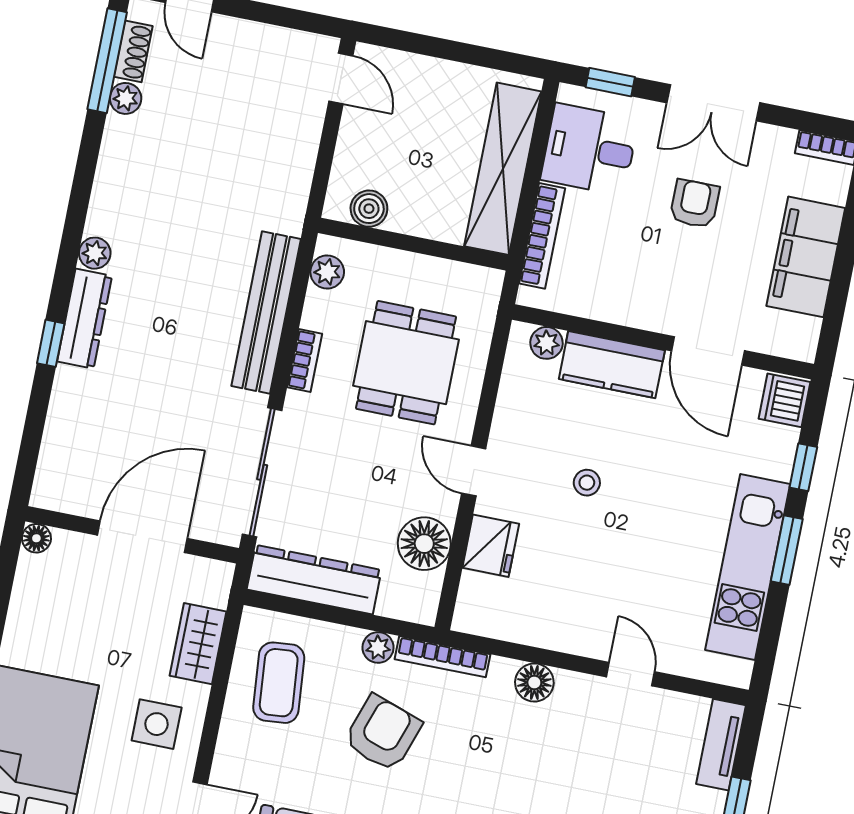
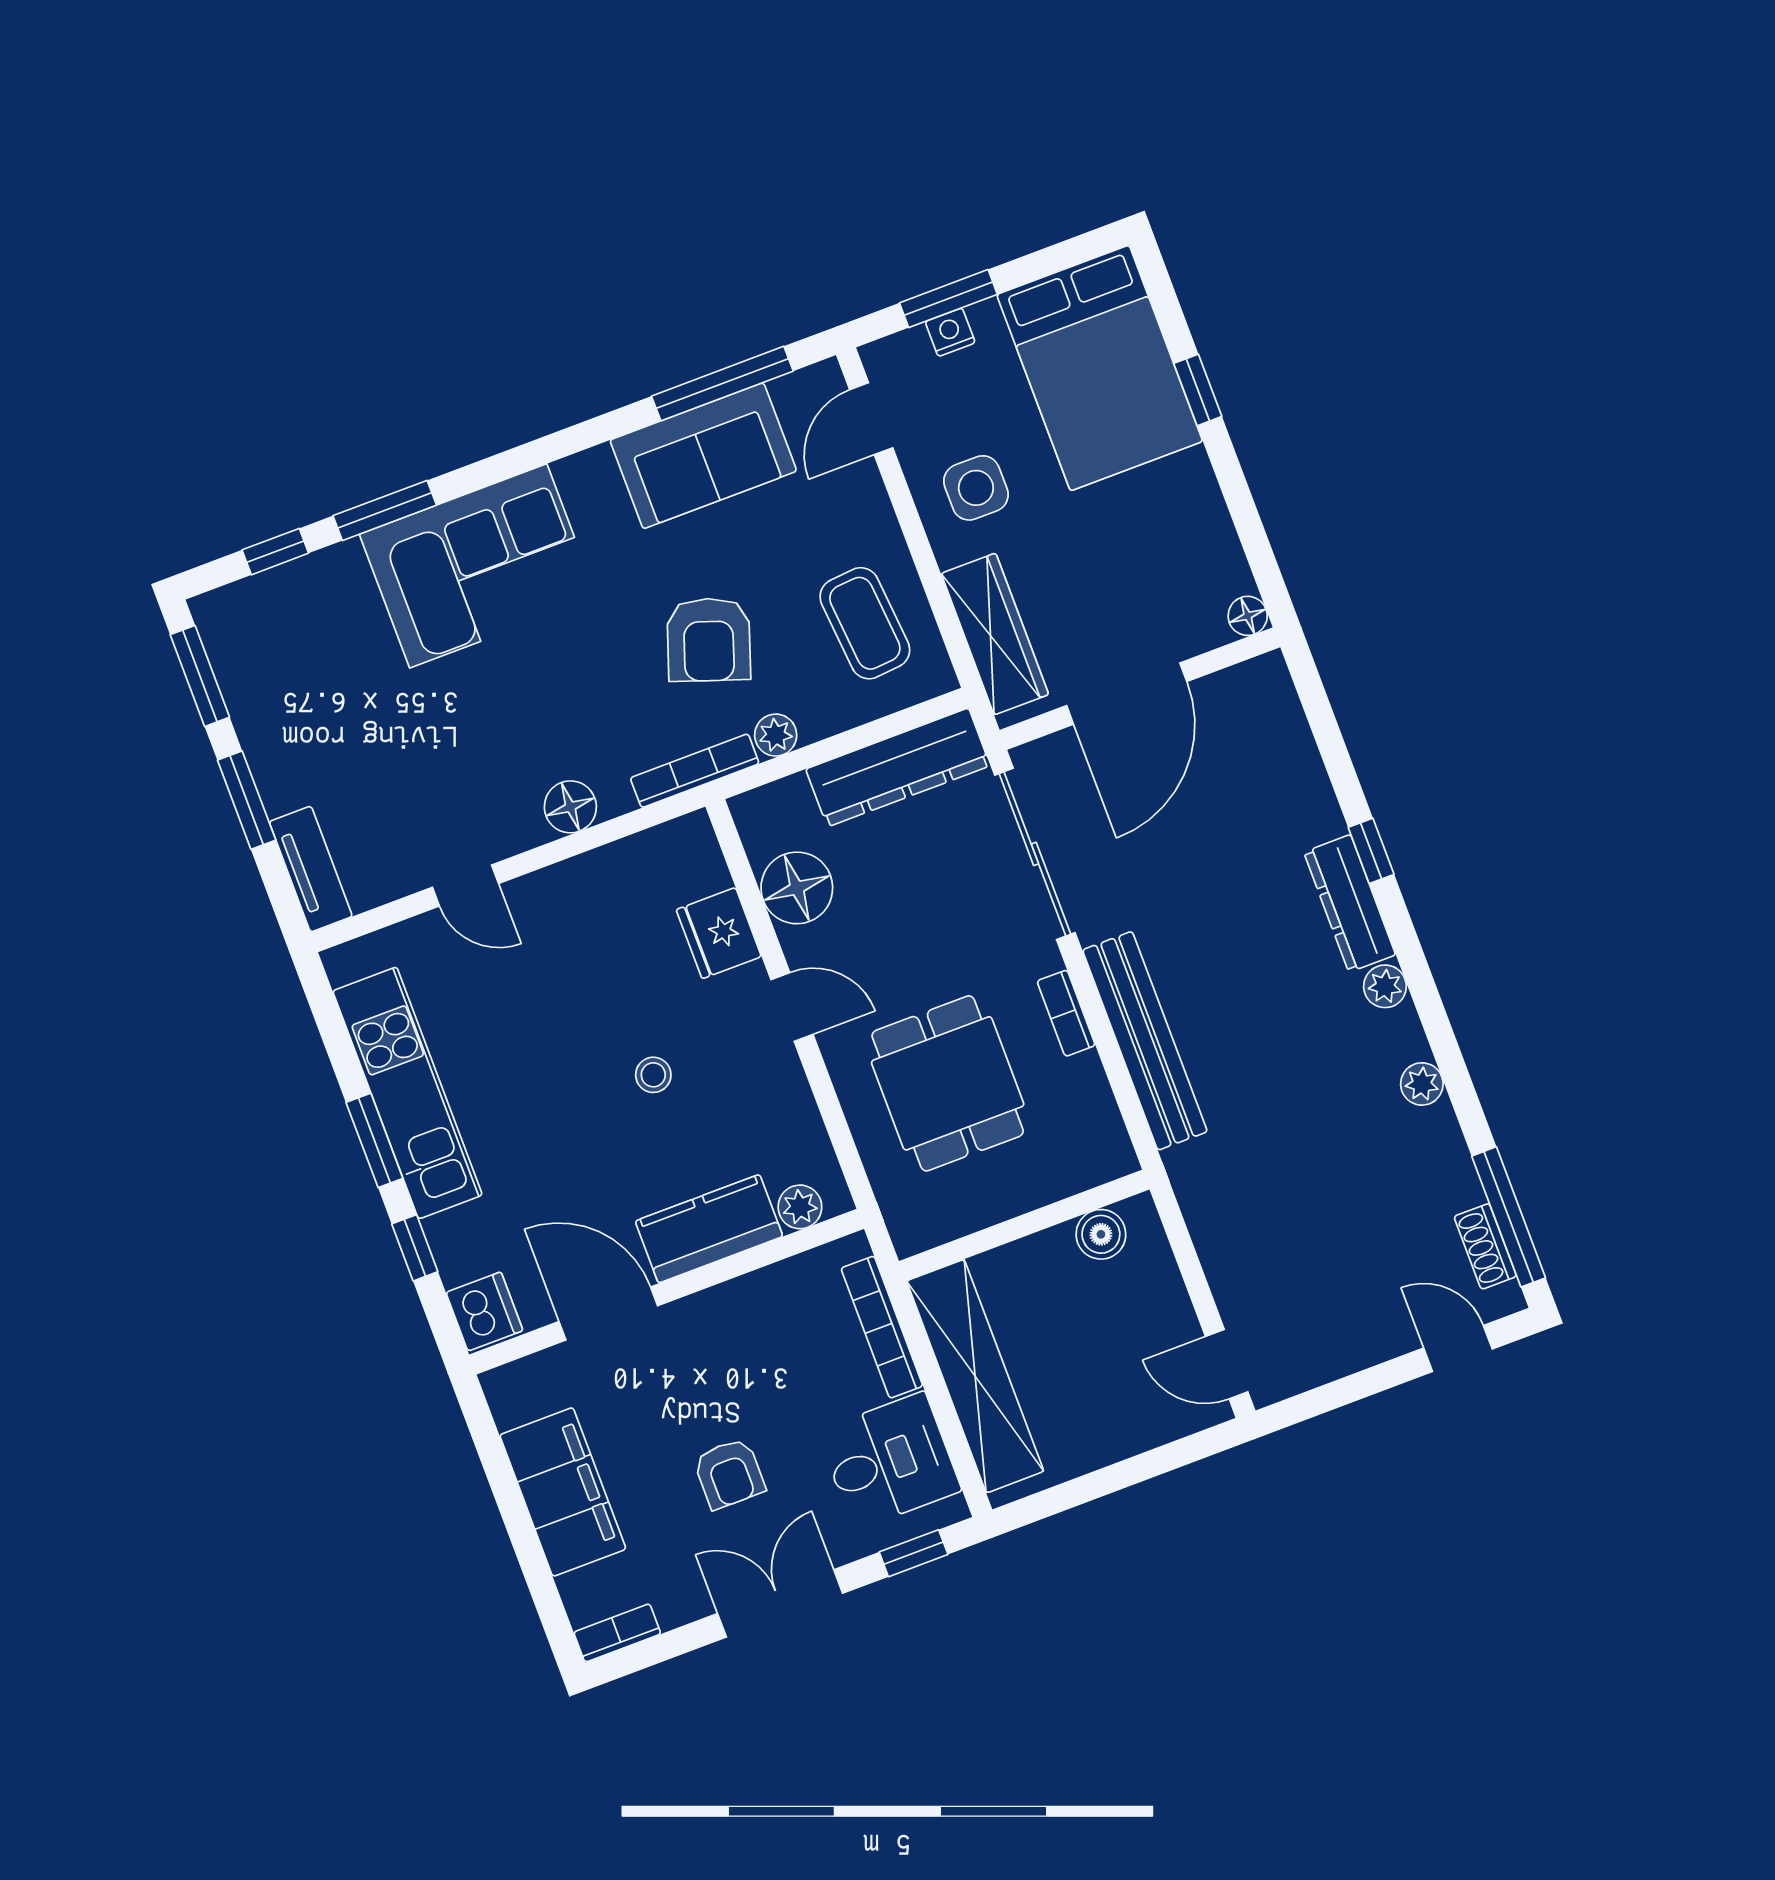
plant: (126, 98) -> (1422, 1084), moved
plant: (327, 272) -> (1104, 1131), removed
wardrobe: (198, 644) -> (995, 634), width x1.50

